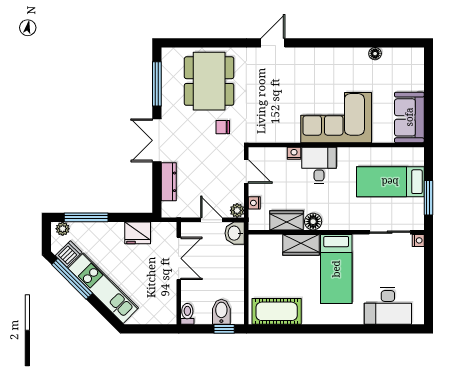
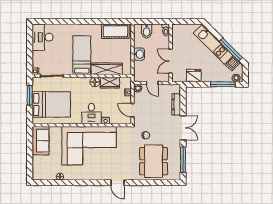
door: (273, 43) -> (118, 183), hinge flipped
corner sofa: (336, 118) -> (89, 146), width x1.36, depth x1.36
bed: (390, 182) -> (51, 104), width x1.50
washbasin: (235, 233) -> (139, 54), moved
wardrobe: (301, 245) -> (107, 69), width x1.50
desk: (388, 306) -> (43, 37), moved, turned -90
window: (224, 329) -> (145, 21), removed

